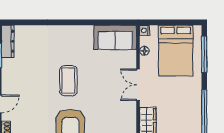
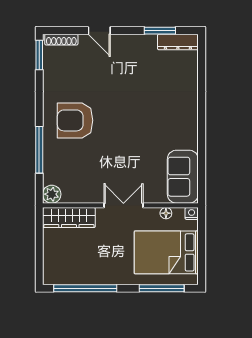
coffee table: (68, 81) -> (129, 118), removed

